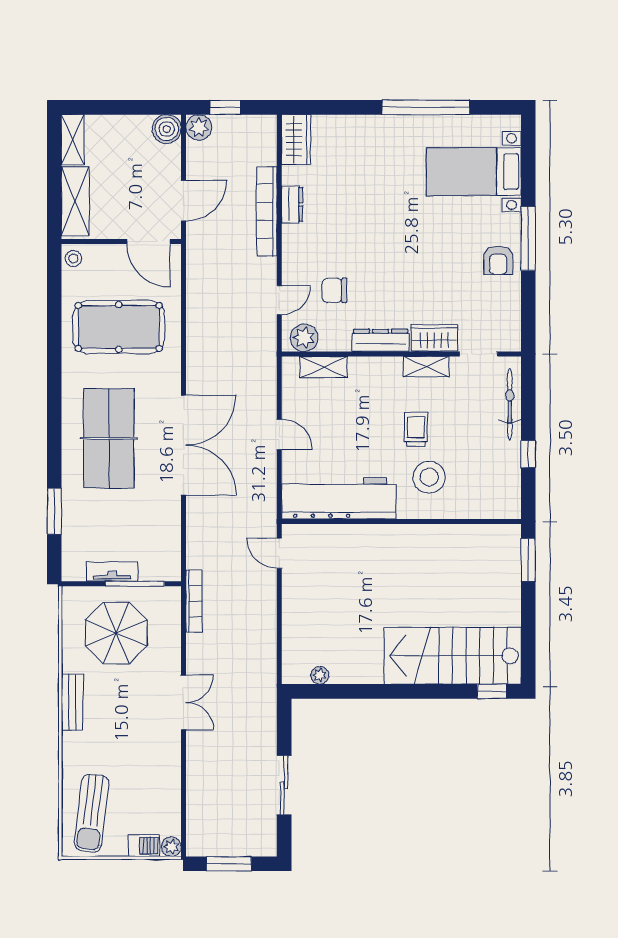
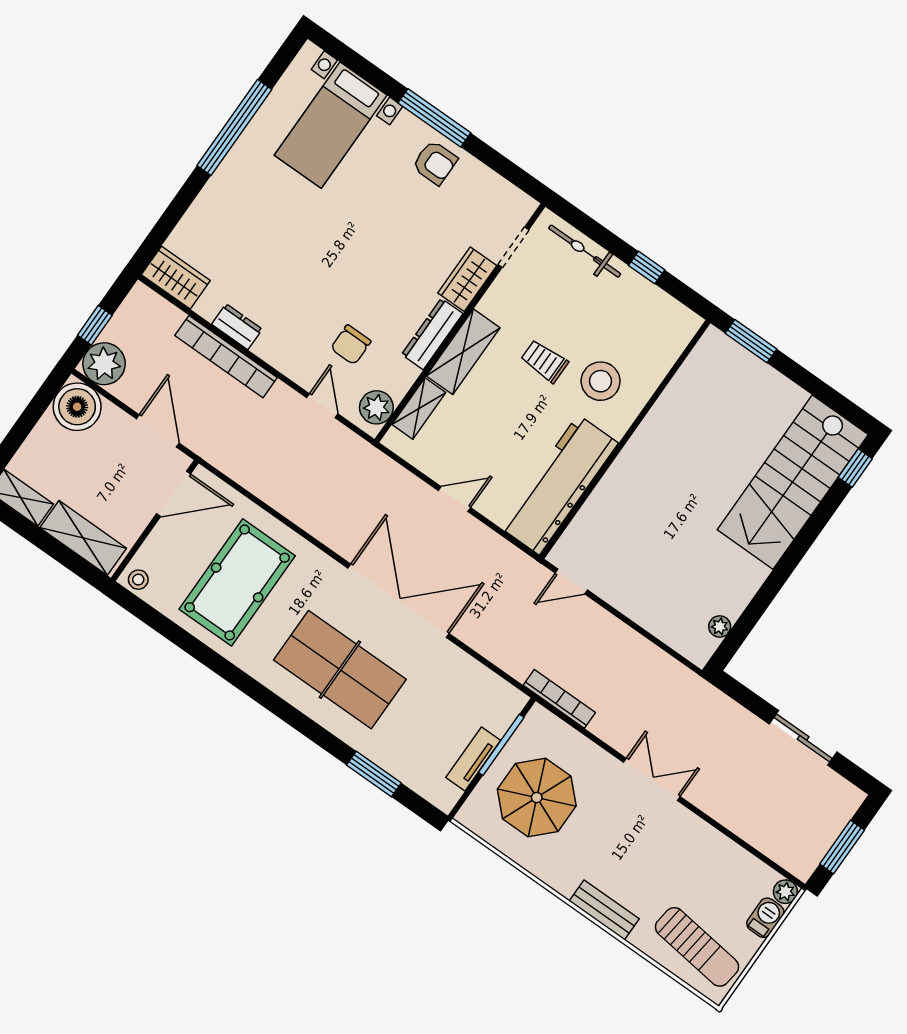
plant: (199, 127) -> (104, 364), width x1.36, depth x1.36
boiler: (167, 129) -> (77, 407), width x1.37, depth x1.37
shelving: (426, 367) -> (463, 352), moved, width x1.50, depth x1.33
bench: (72, 702) -> (604, 910), moved

